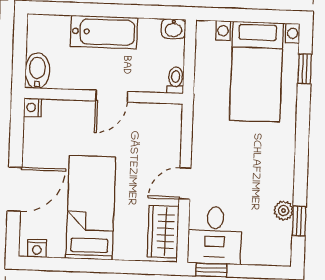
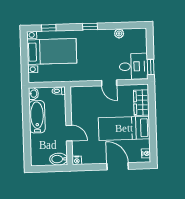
bathtub: (104, 32) -> (37, 117), moved
door: (112, 96) -> (69, 133), moved
window: (299, 221) -> (90, 27), moved
wardrobe: (163, 232) -> (141, 103), moved, turned 90

